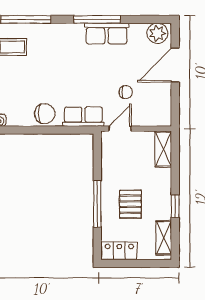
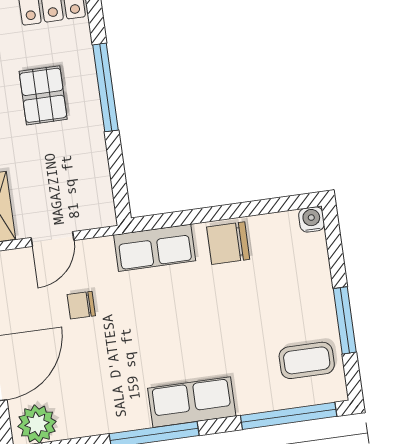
row of seats: (107, 34) -> (192, 402), moved
door: (120, 129) -> (53, 239), moved

